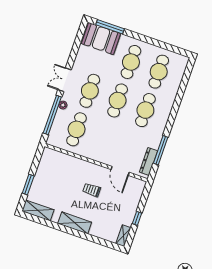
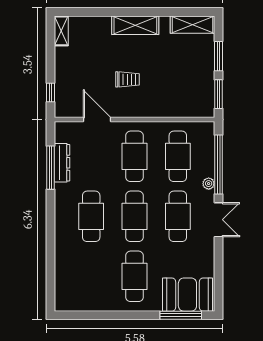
cafe table: (159, 72) -> (135, 156), moved
window: (37, 160) -> (218, 94), added
dresser: (149, 161) -> (62, 163), moved
window: (137, 218) -> (51, 93), moved

